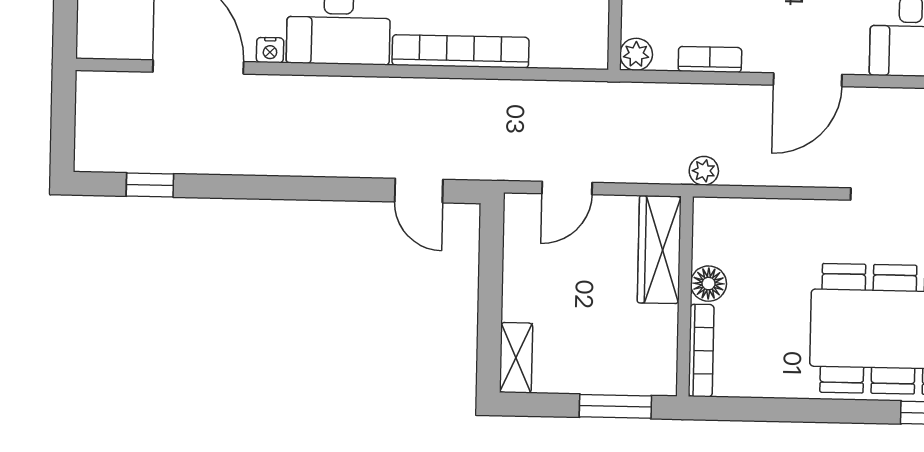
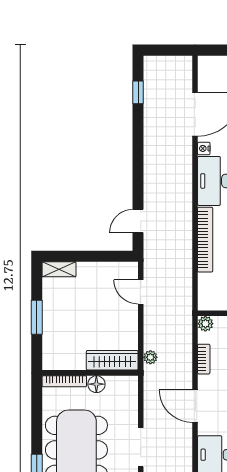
wardrobe: (659, 250) -> (112, 360), moved
floor lamp: (709, 284) -> (96, 384), moved
wall: (685, 296) -> (90, 373), moved
bookcase: (701, 351) -> (64, 381), moved

